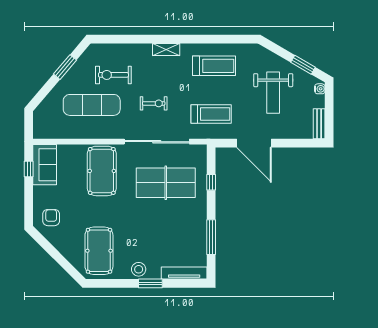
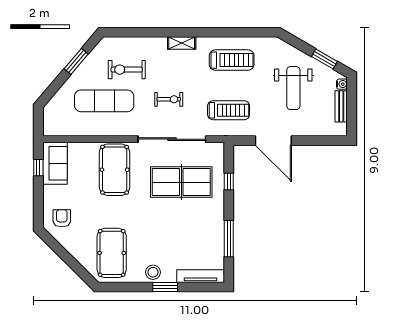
bench: (319, 124) -> (341, 106), moved

